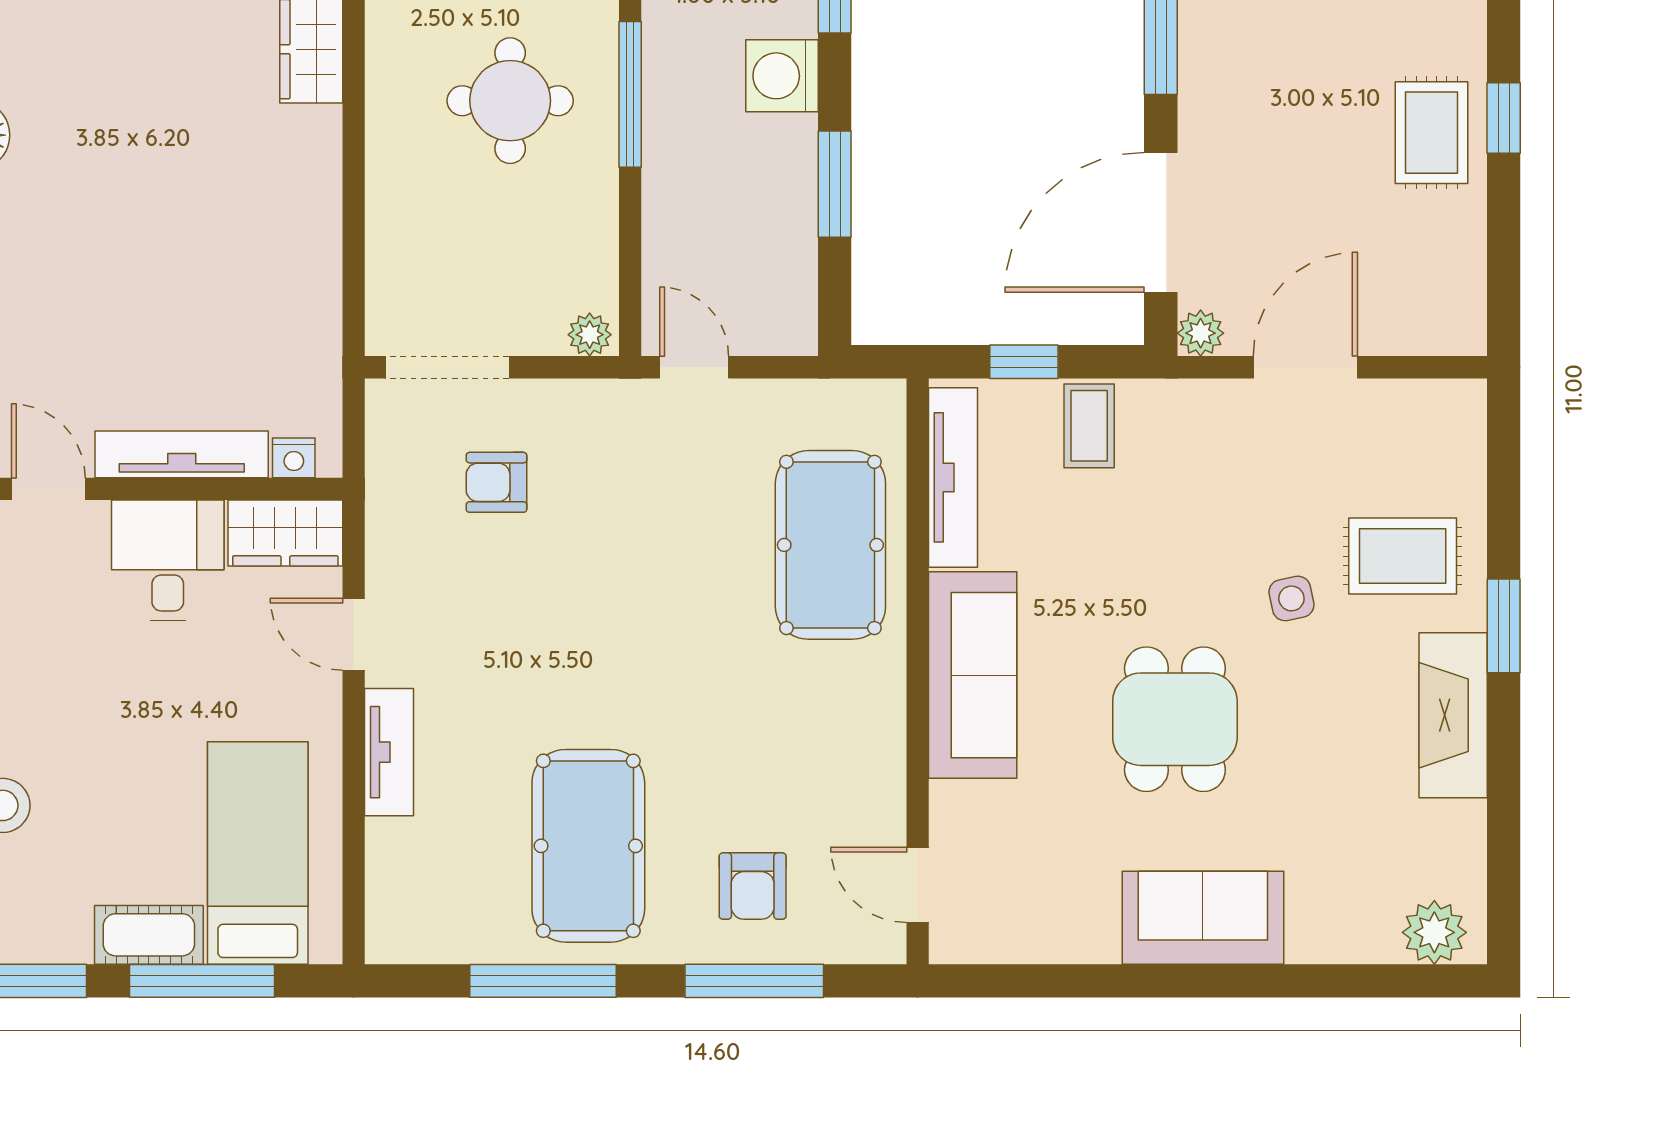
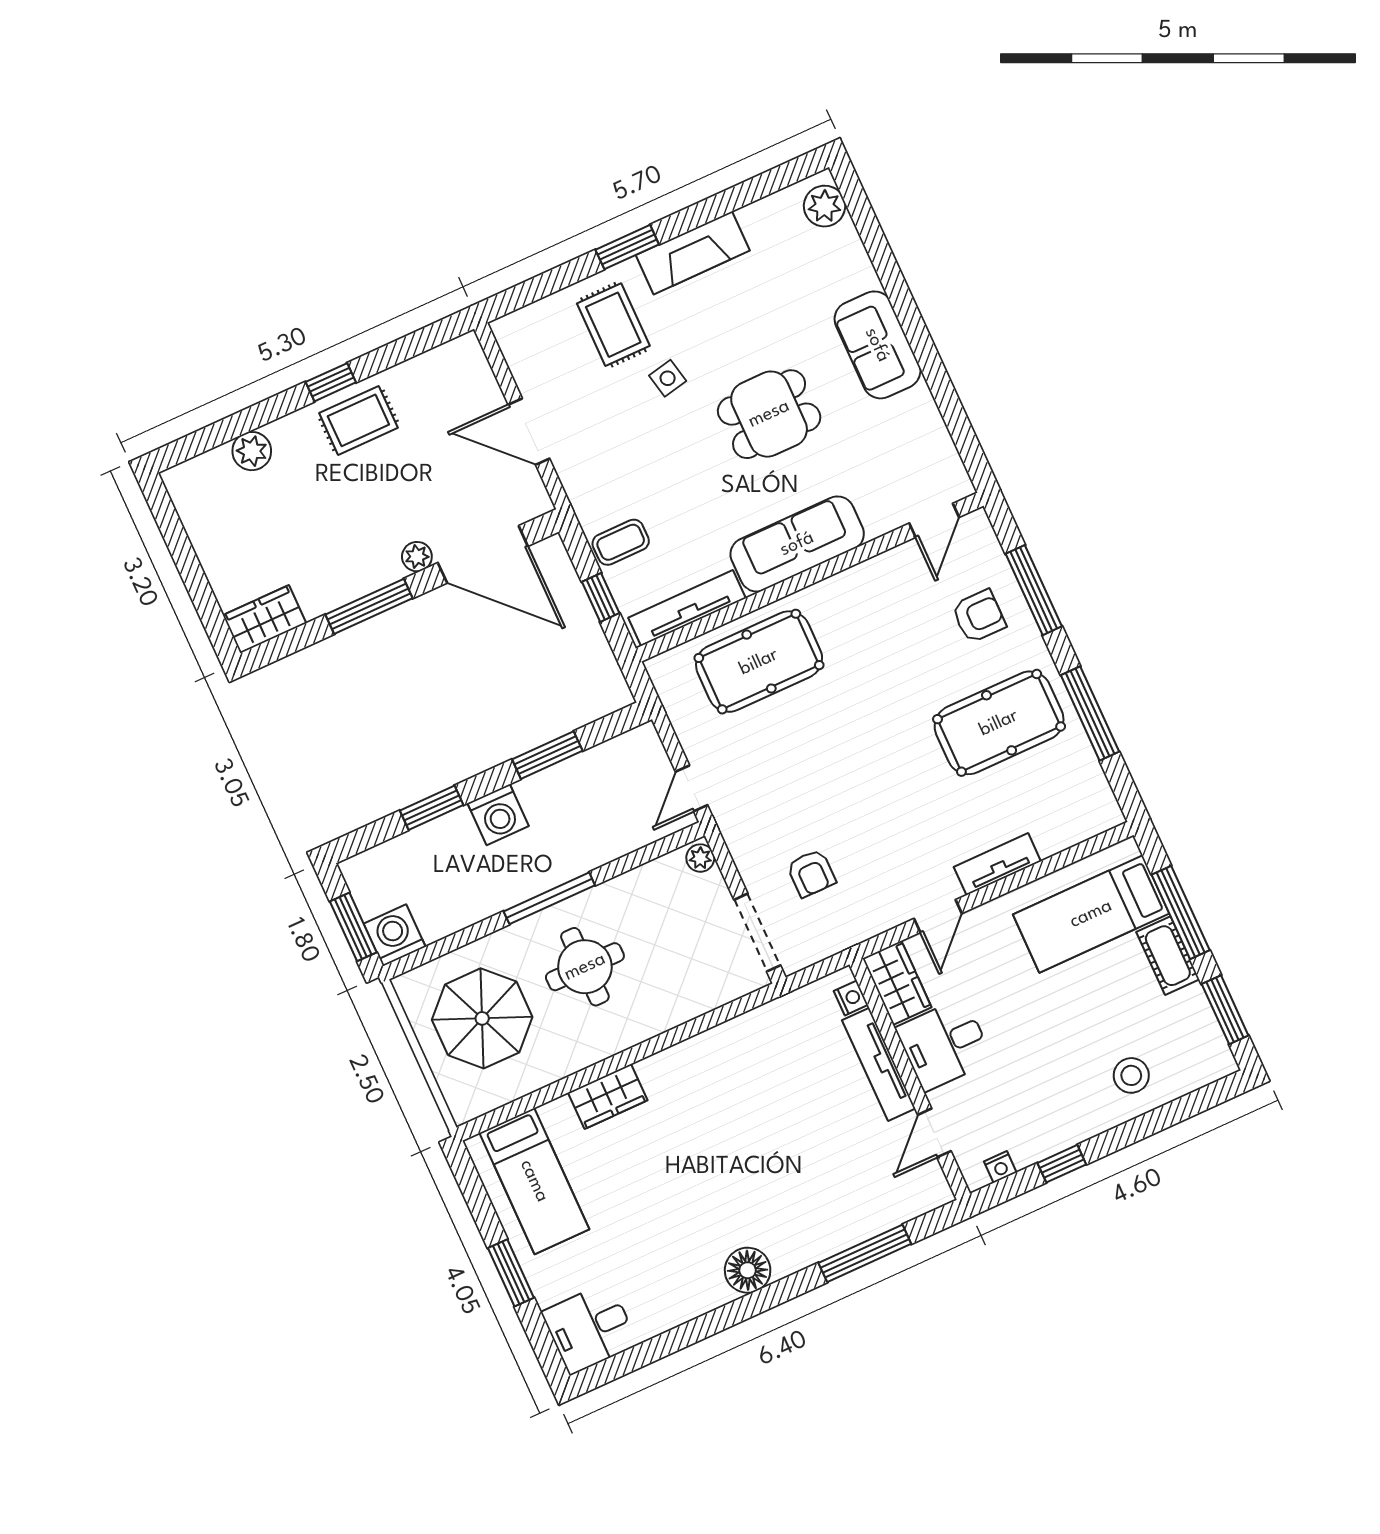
plant: (1201, 333) -> (417, 557), moved

